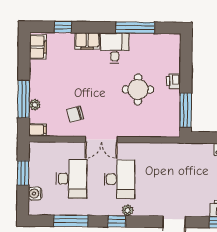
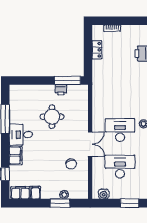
printer: (173, 81) -> (61, 90), moved
window: (24, 99) -> (60, 203), width x0.69
filing cabinet: (37, 130) -> (35, 193), moved
window: (23, 173) -> (130, 203), moved
water cooler: (35, 194) -> (104, 194), moved

